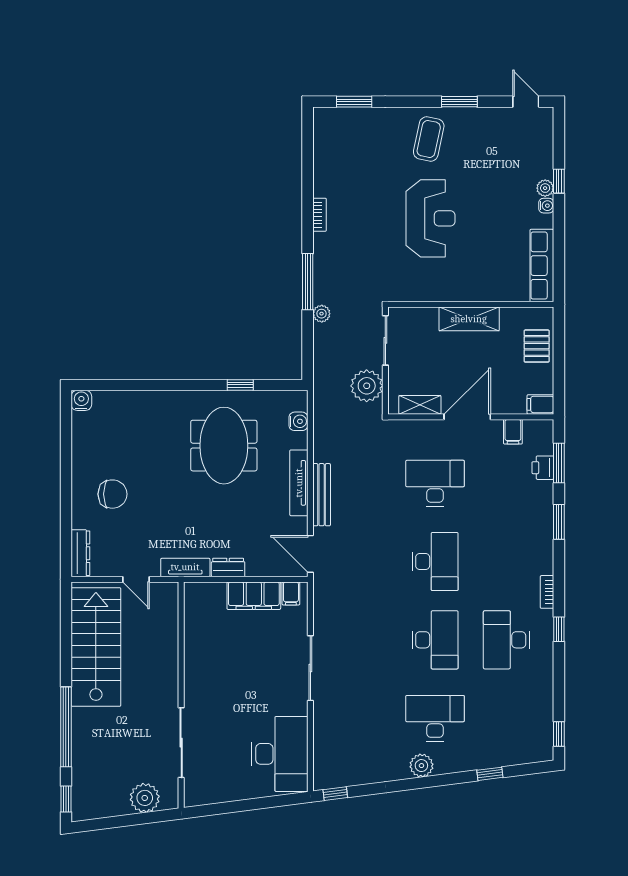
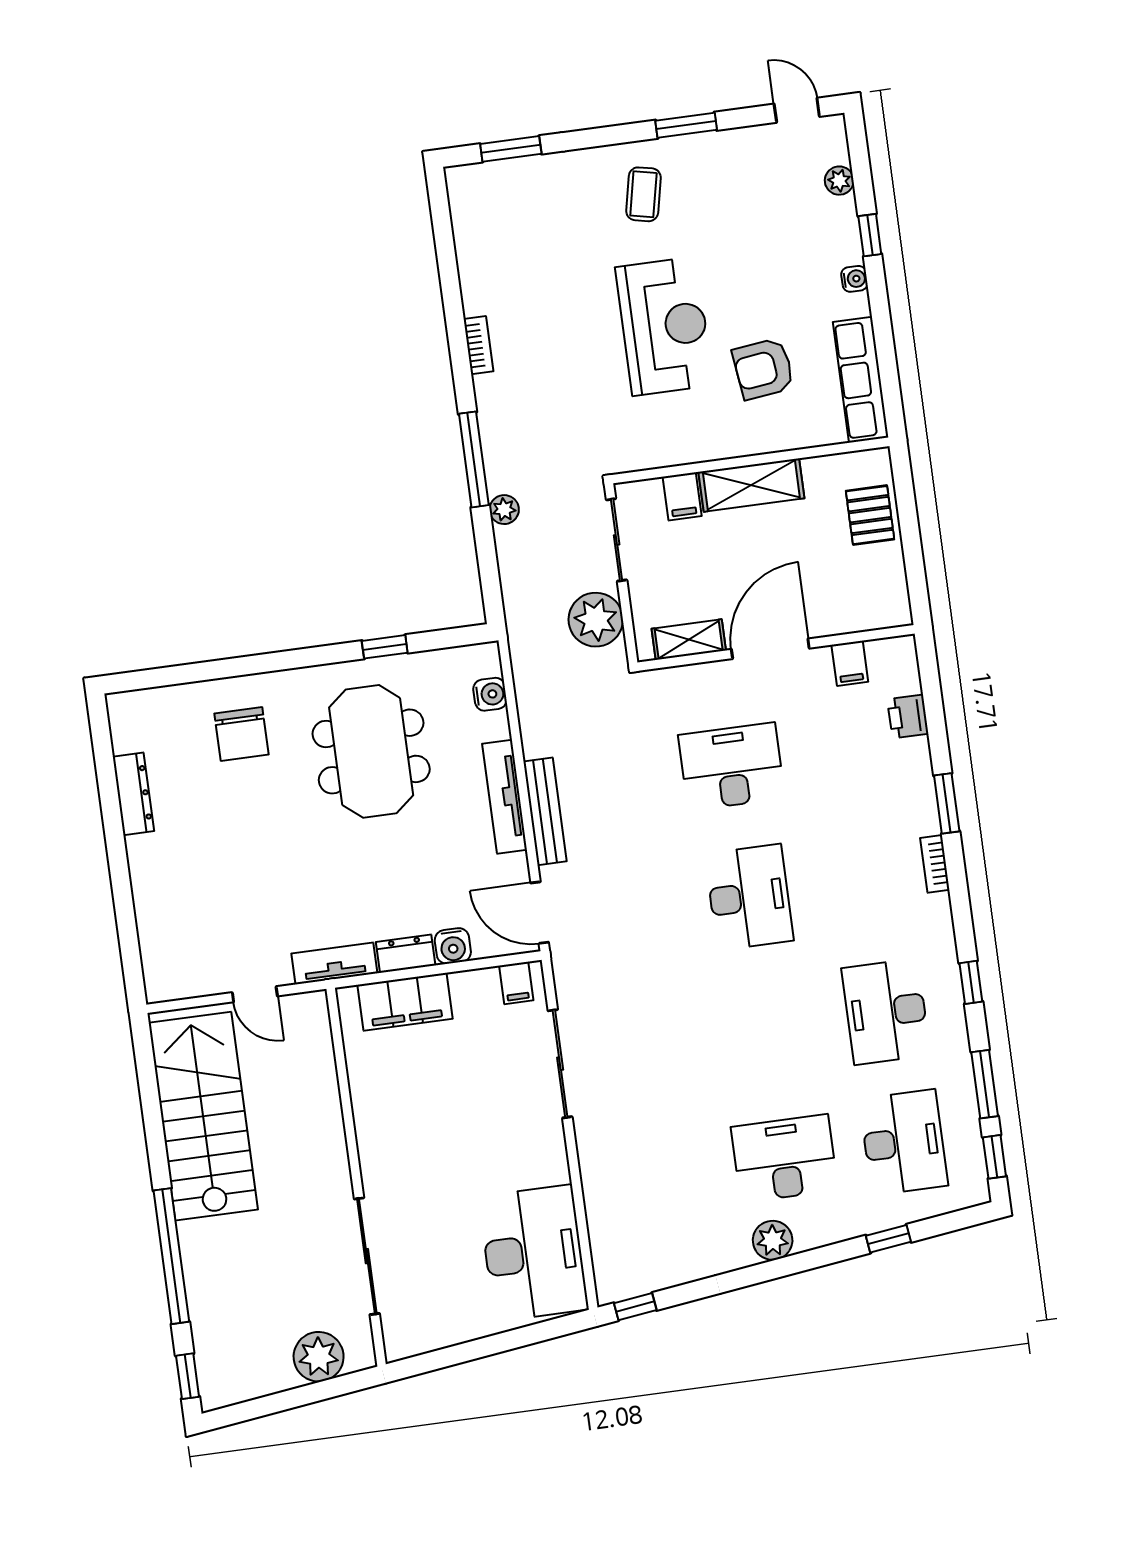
coffee table: (429, 139) -> (643, 194), width x0.73, depth x0.77
plant: (545, 188) -> (839, 181), moved
armchair: (485, 251) -> (763, 369), added
water cooler: (81, 400) -> (453, 946), moved, turned 180
filing cabinet: (540, 404) -> (682, 496), moved, turned -90
window: (559, 463) -> (985, 1084), moved
chair: (112, 494) -> (241, 734), moved, turned 90
dresser: (80, 553) -> (133, 794), moved
bookcase: (547, 592) -> (935, 864), moved
filing cabinet: (254, 596) -> (405, 1002), moved
desk: (435, 640) -> (904, 1142), moved
sliding door: (310, 668) -> (560, 1064), moved

